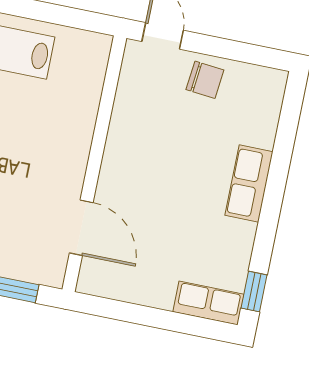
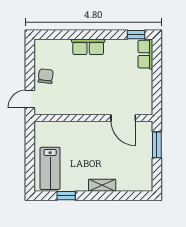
door: (81, 228) -> (123, 118), swing flipped

